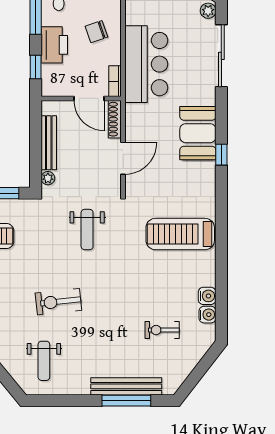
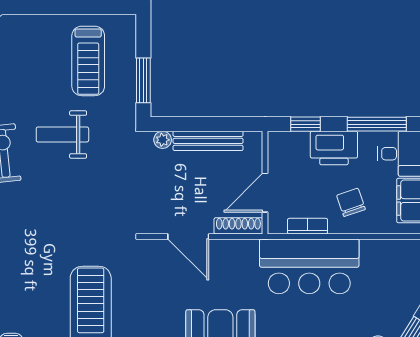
bookcase: (115, 81) -> (308, 226), moved
weight bench: (87, 230) -> (62, 134), moved

